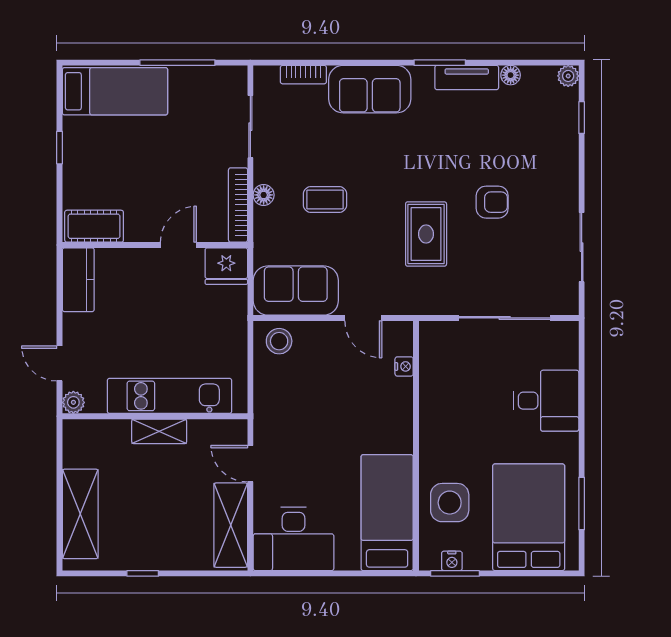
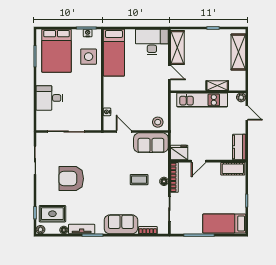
armchair: (492, 202) -> (71, 179), width x1.88, depth x1.88
rug: (426, 234) -> (52, 214), moved, turned 90
shelving: (159, 431) -> (217, 86), moved

